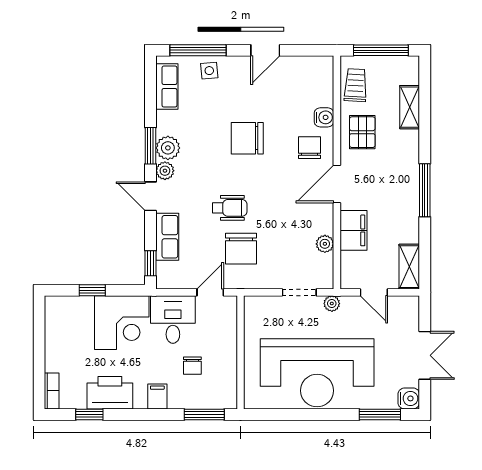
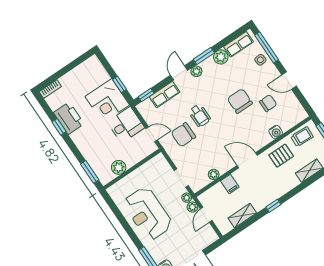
plant: (168, 148) -> (221, 57), moved
chair: (310, 148) -> (268, 103), moved
window: (425, 190) -> (273, 206), width x0.46
filing cabinet: (353, 230) -> (230, 184), width x0.50
shelving: (409, 267) -> (242, 216), moved
window: (92, 290) -> (119, 84), moved
plant: (350, 304) -> (192, 207), added
chair: (192, 366) -> (110, 150), removed
plant: (225, 370) -> (119, 167), added
reception desk: (317, 373) -> (148, 214), width x0.74, depth x0.77
filing cabinet: (157, 396) -> (83, 143), removed
window: (89, 414) -> (59, 127), moved

